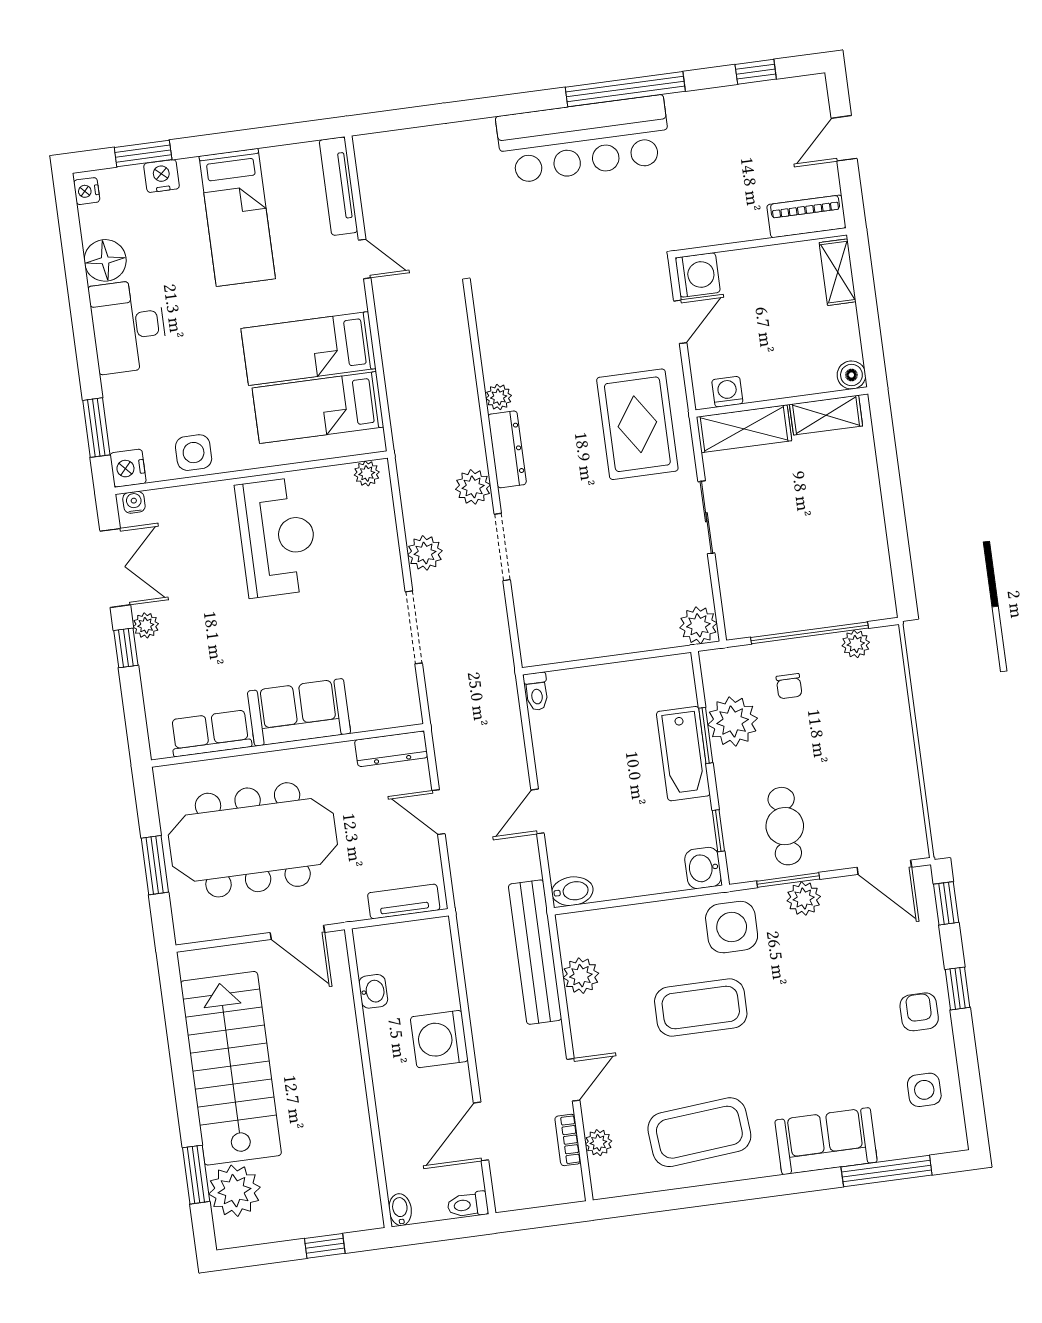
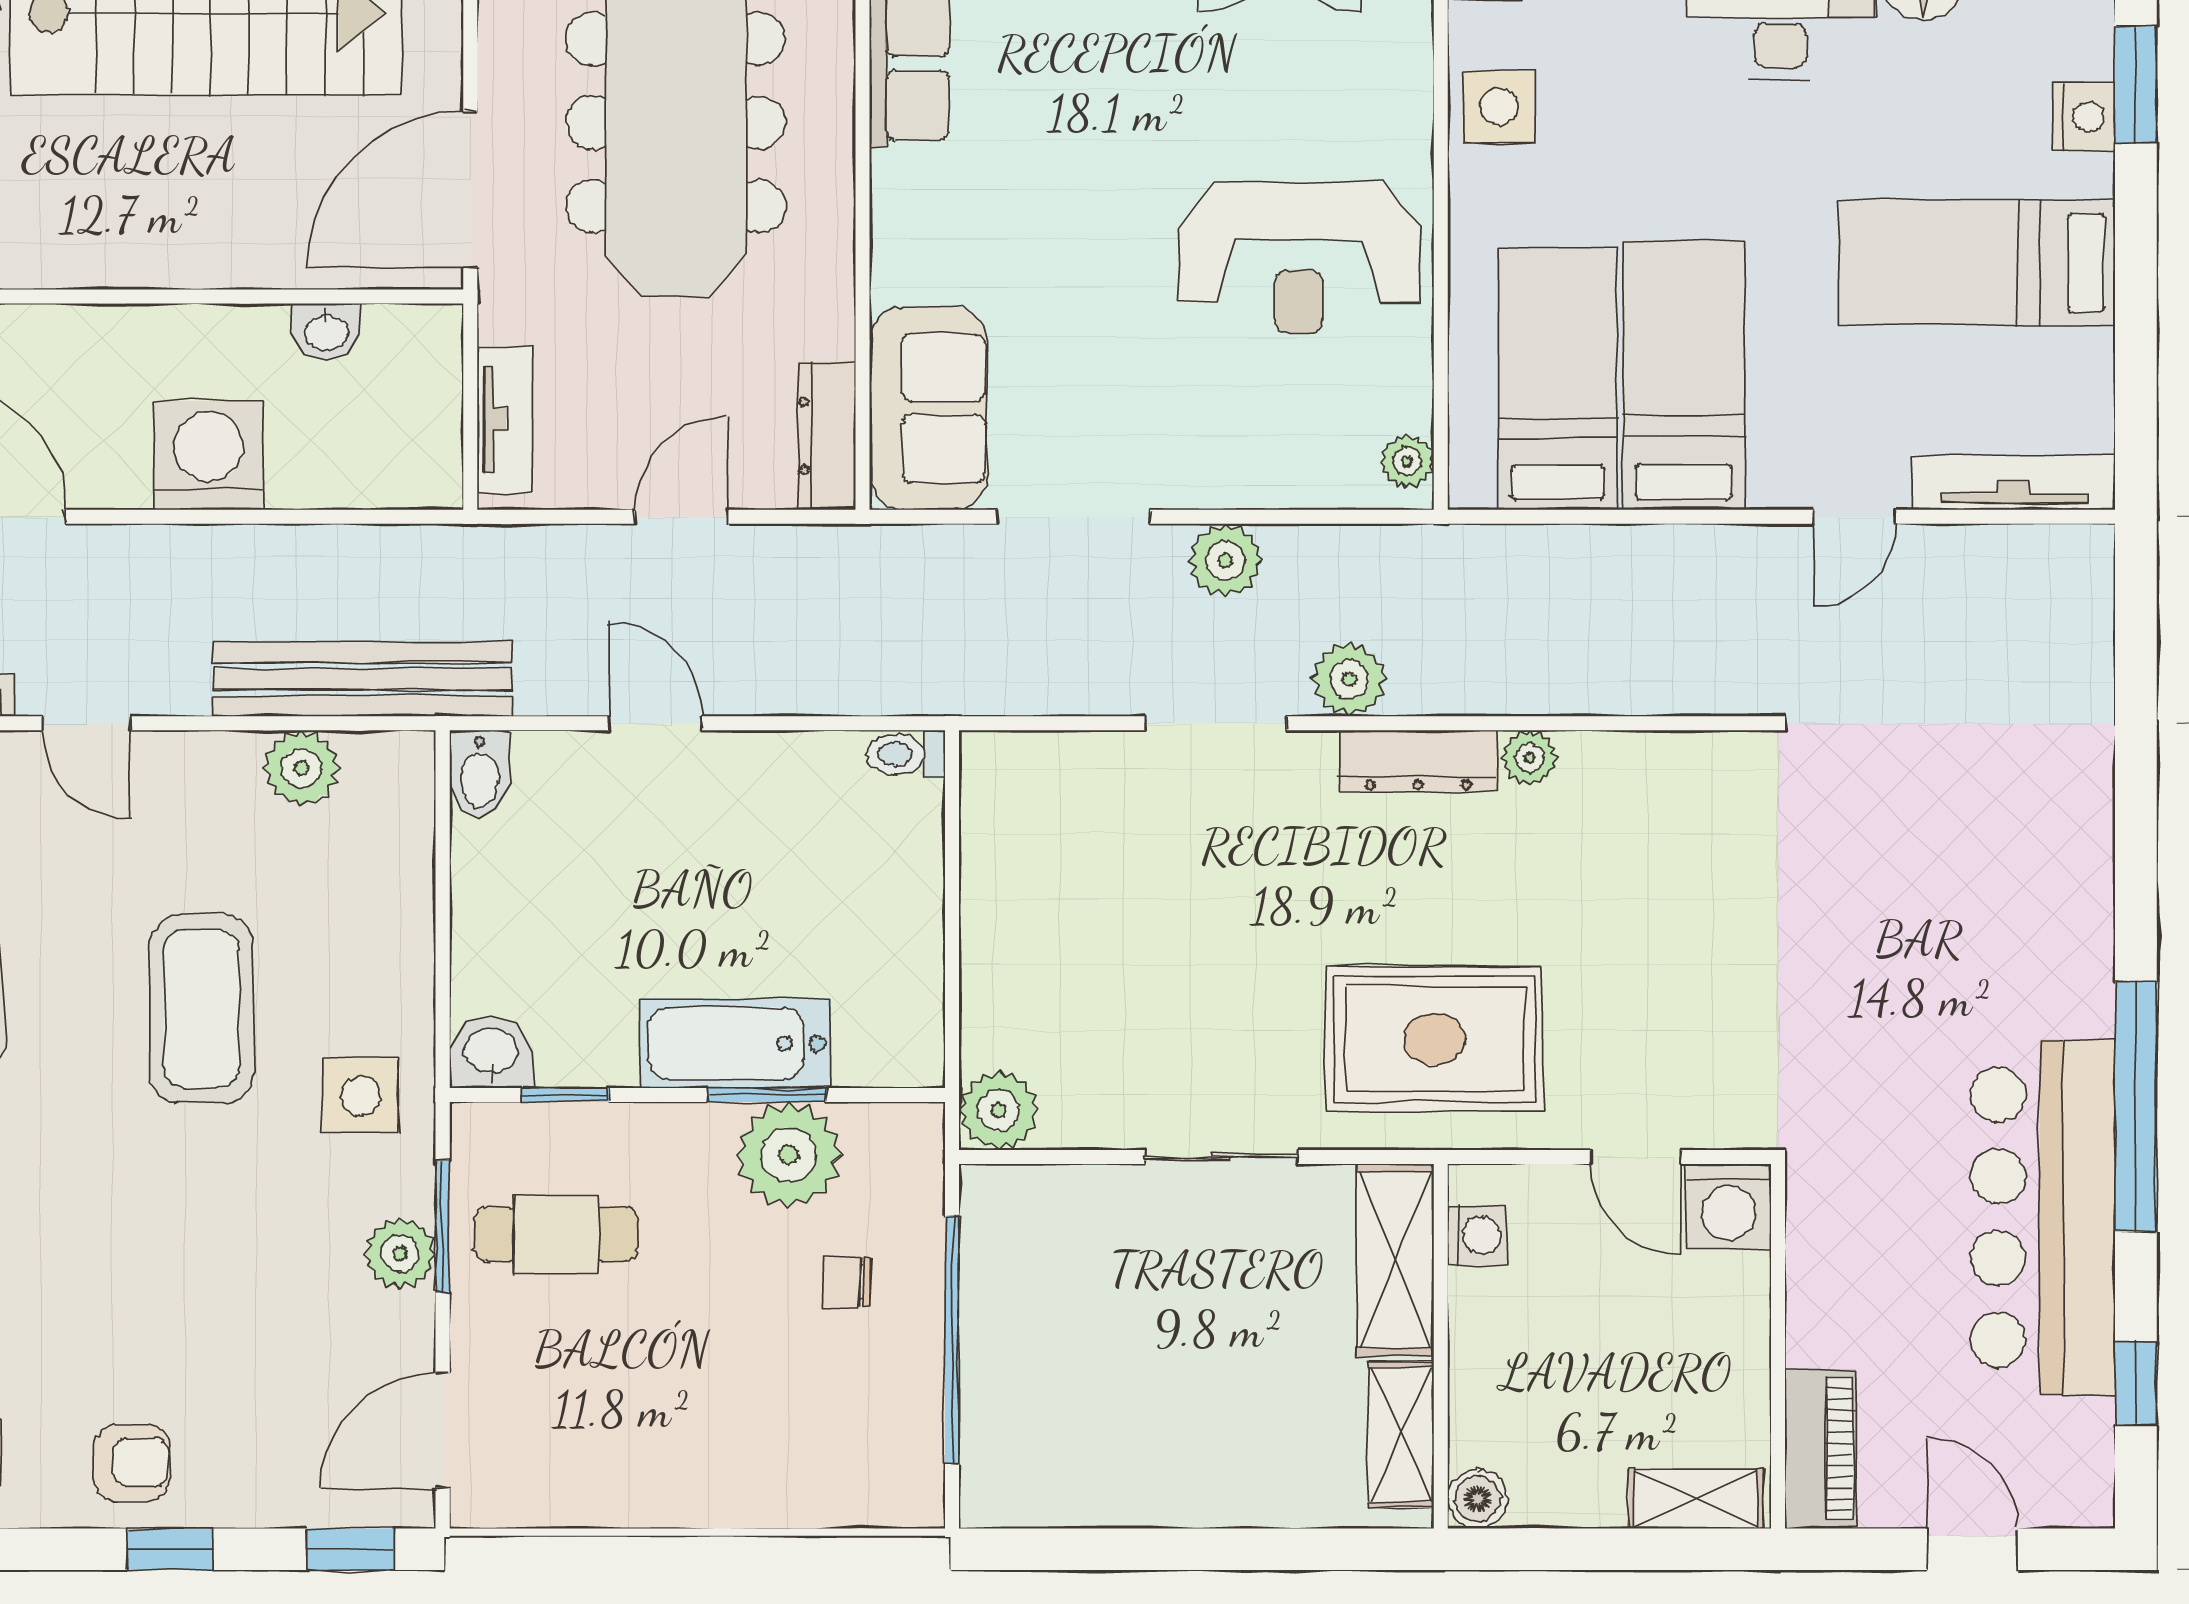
bar counter: (584, 139) -> (2043, 1217), moved
plant: (856, 644) -> (916, 1433), removed
sofa: (299, 712) -> (928, 408), moved
side table: (732, 927) -> (361, 1096), width x0.73, depth x0.73
door: (297, 932) -> (470, 189), width x1.36

